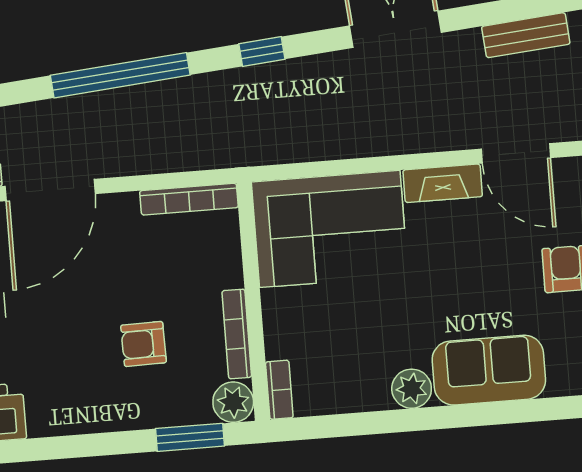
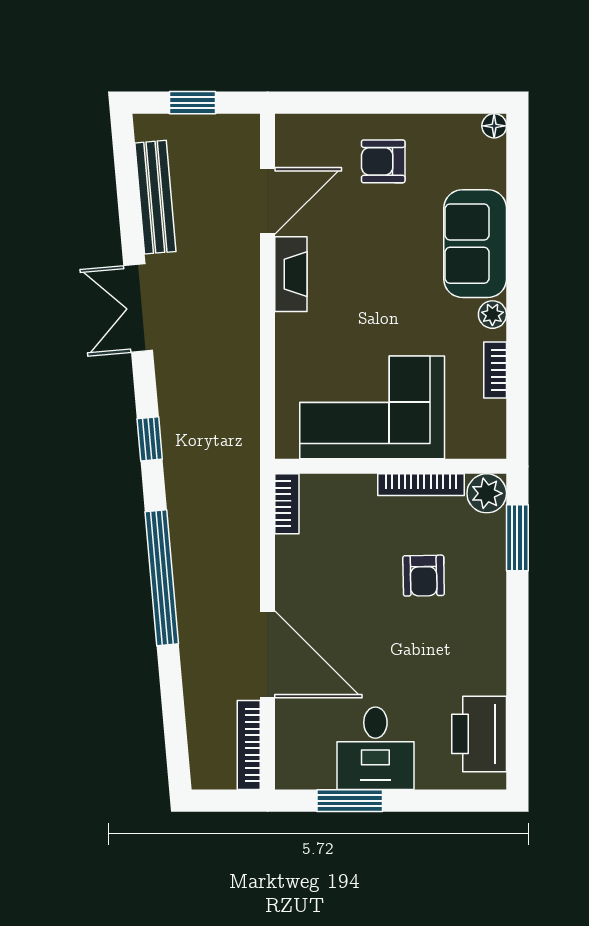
bench: (526, 35) -> (155, 197), width x1.36
bookcase: (189, 199) -> (287, 504), width x0.64
corner sofa: (330, 229) -> (372, 407), moved, turned -90
plant: (412, 389) -> (492, 315), width x0.73, depth x0.73
bookcase: (279, 390) -> (495, 370), moved, turned -90

